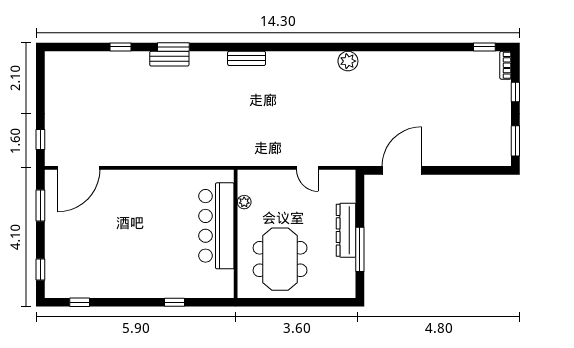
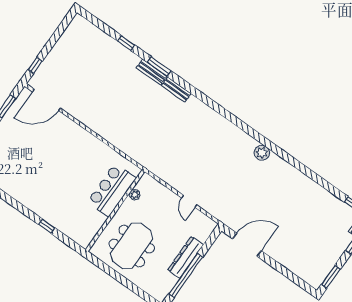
bench: (247, 58) -> (176, 89), moved
bar counter: (216, 226) -> (112, 190), width x0.73
window: (360, 249) -> (186, 275), width x1.46

